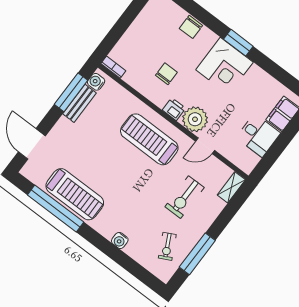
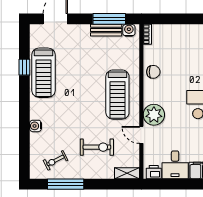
chair: (166, 74) -> (153, 72), moved
printer: (174, 109) -> (154, 172), moved, turned -90
treadmill: (149, 139) -> (117, 95), turned 180
exercise bike: (185, 197) -> (97, 147), turned 180
window: (56, 208) -> (24, 67), width x0.32

